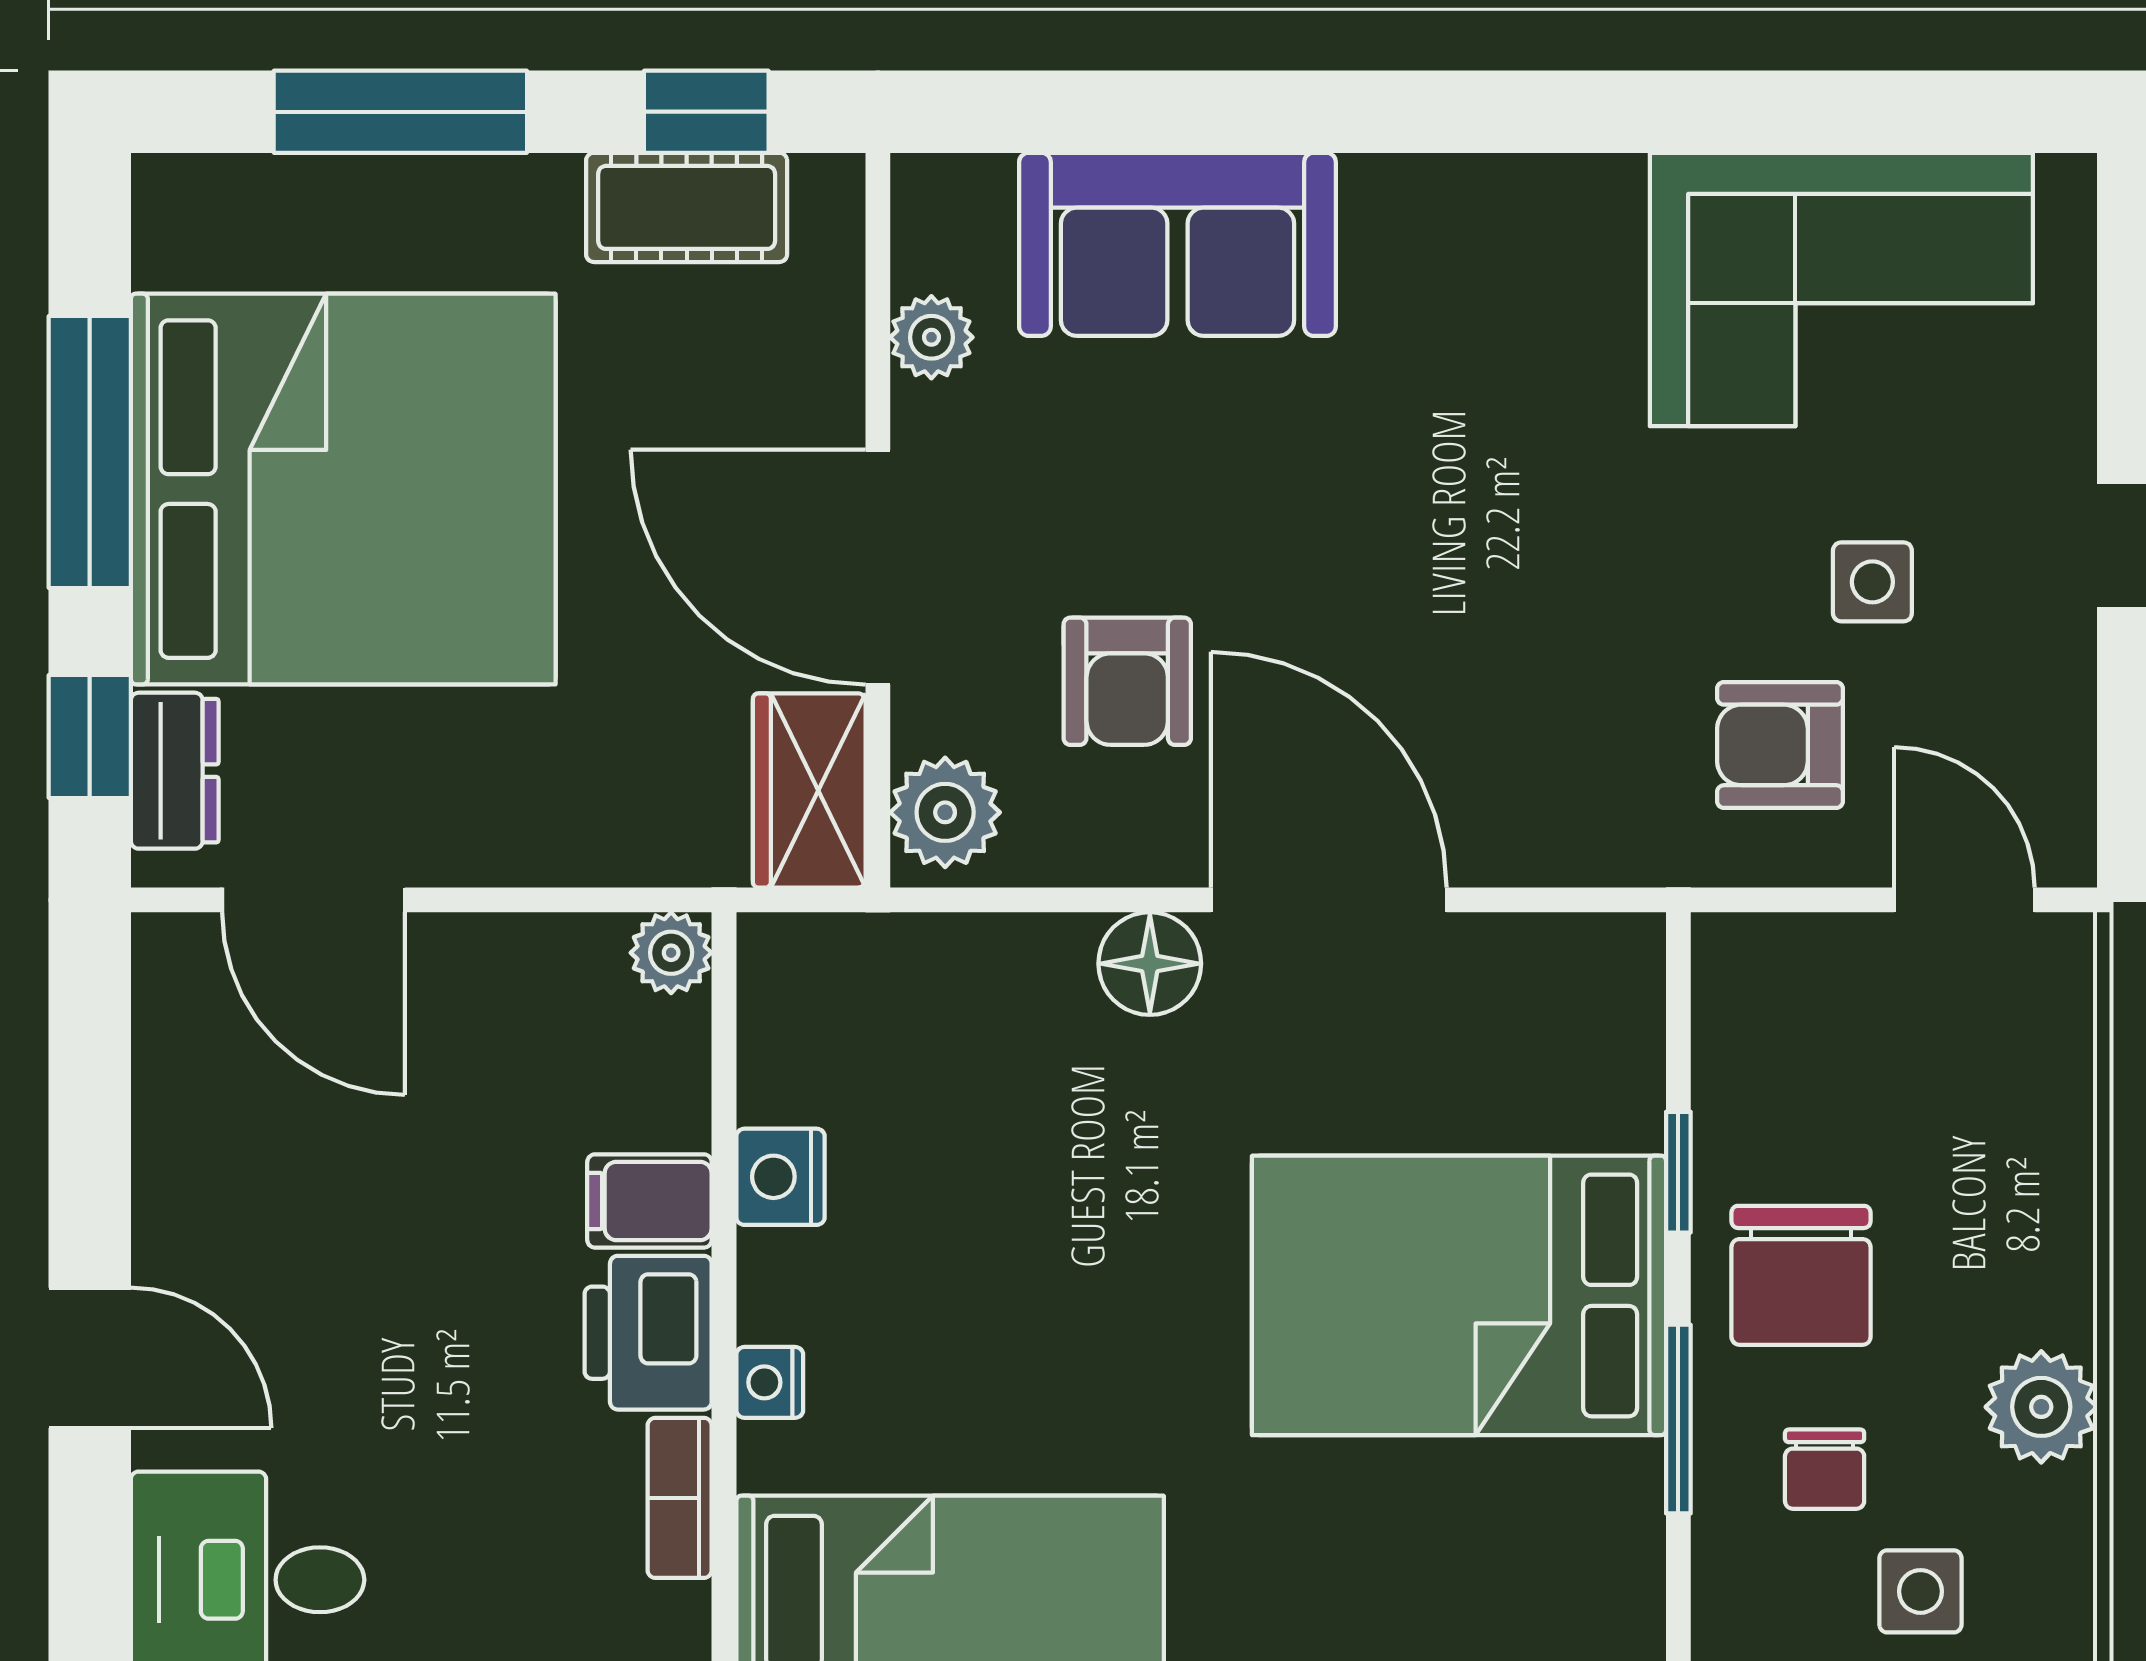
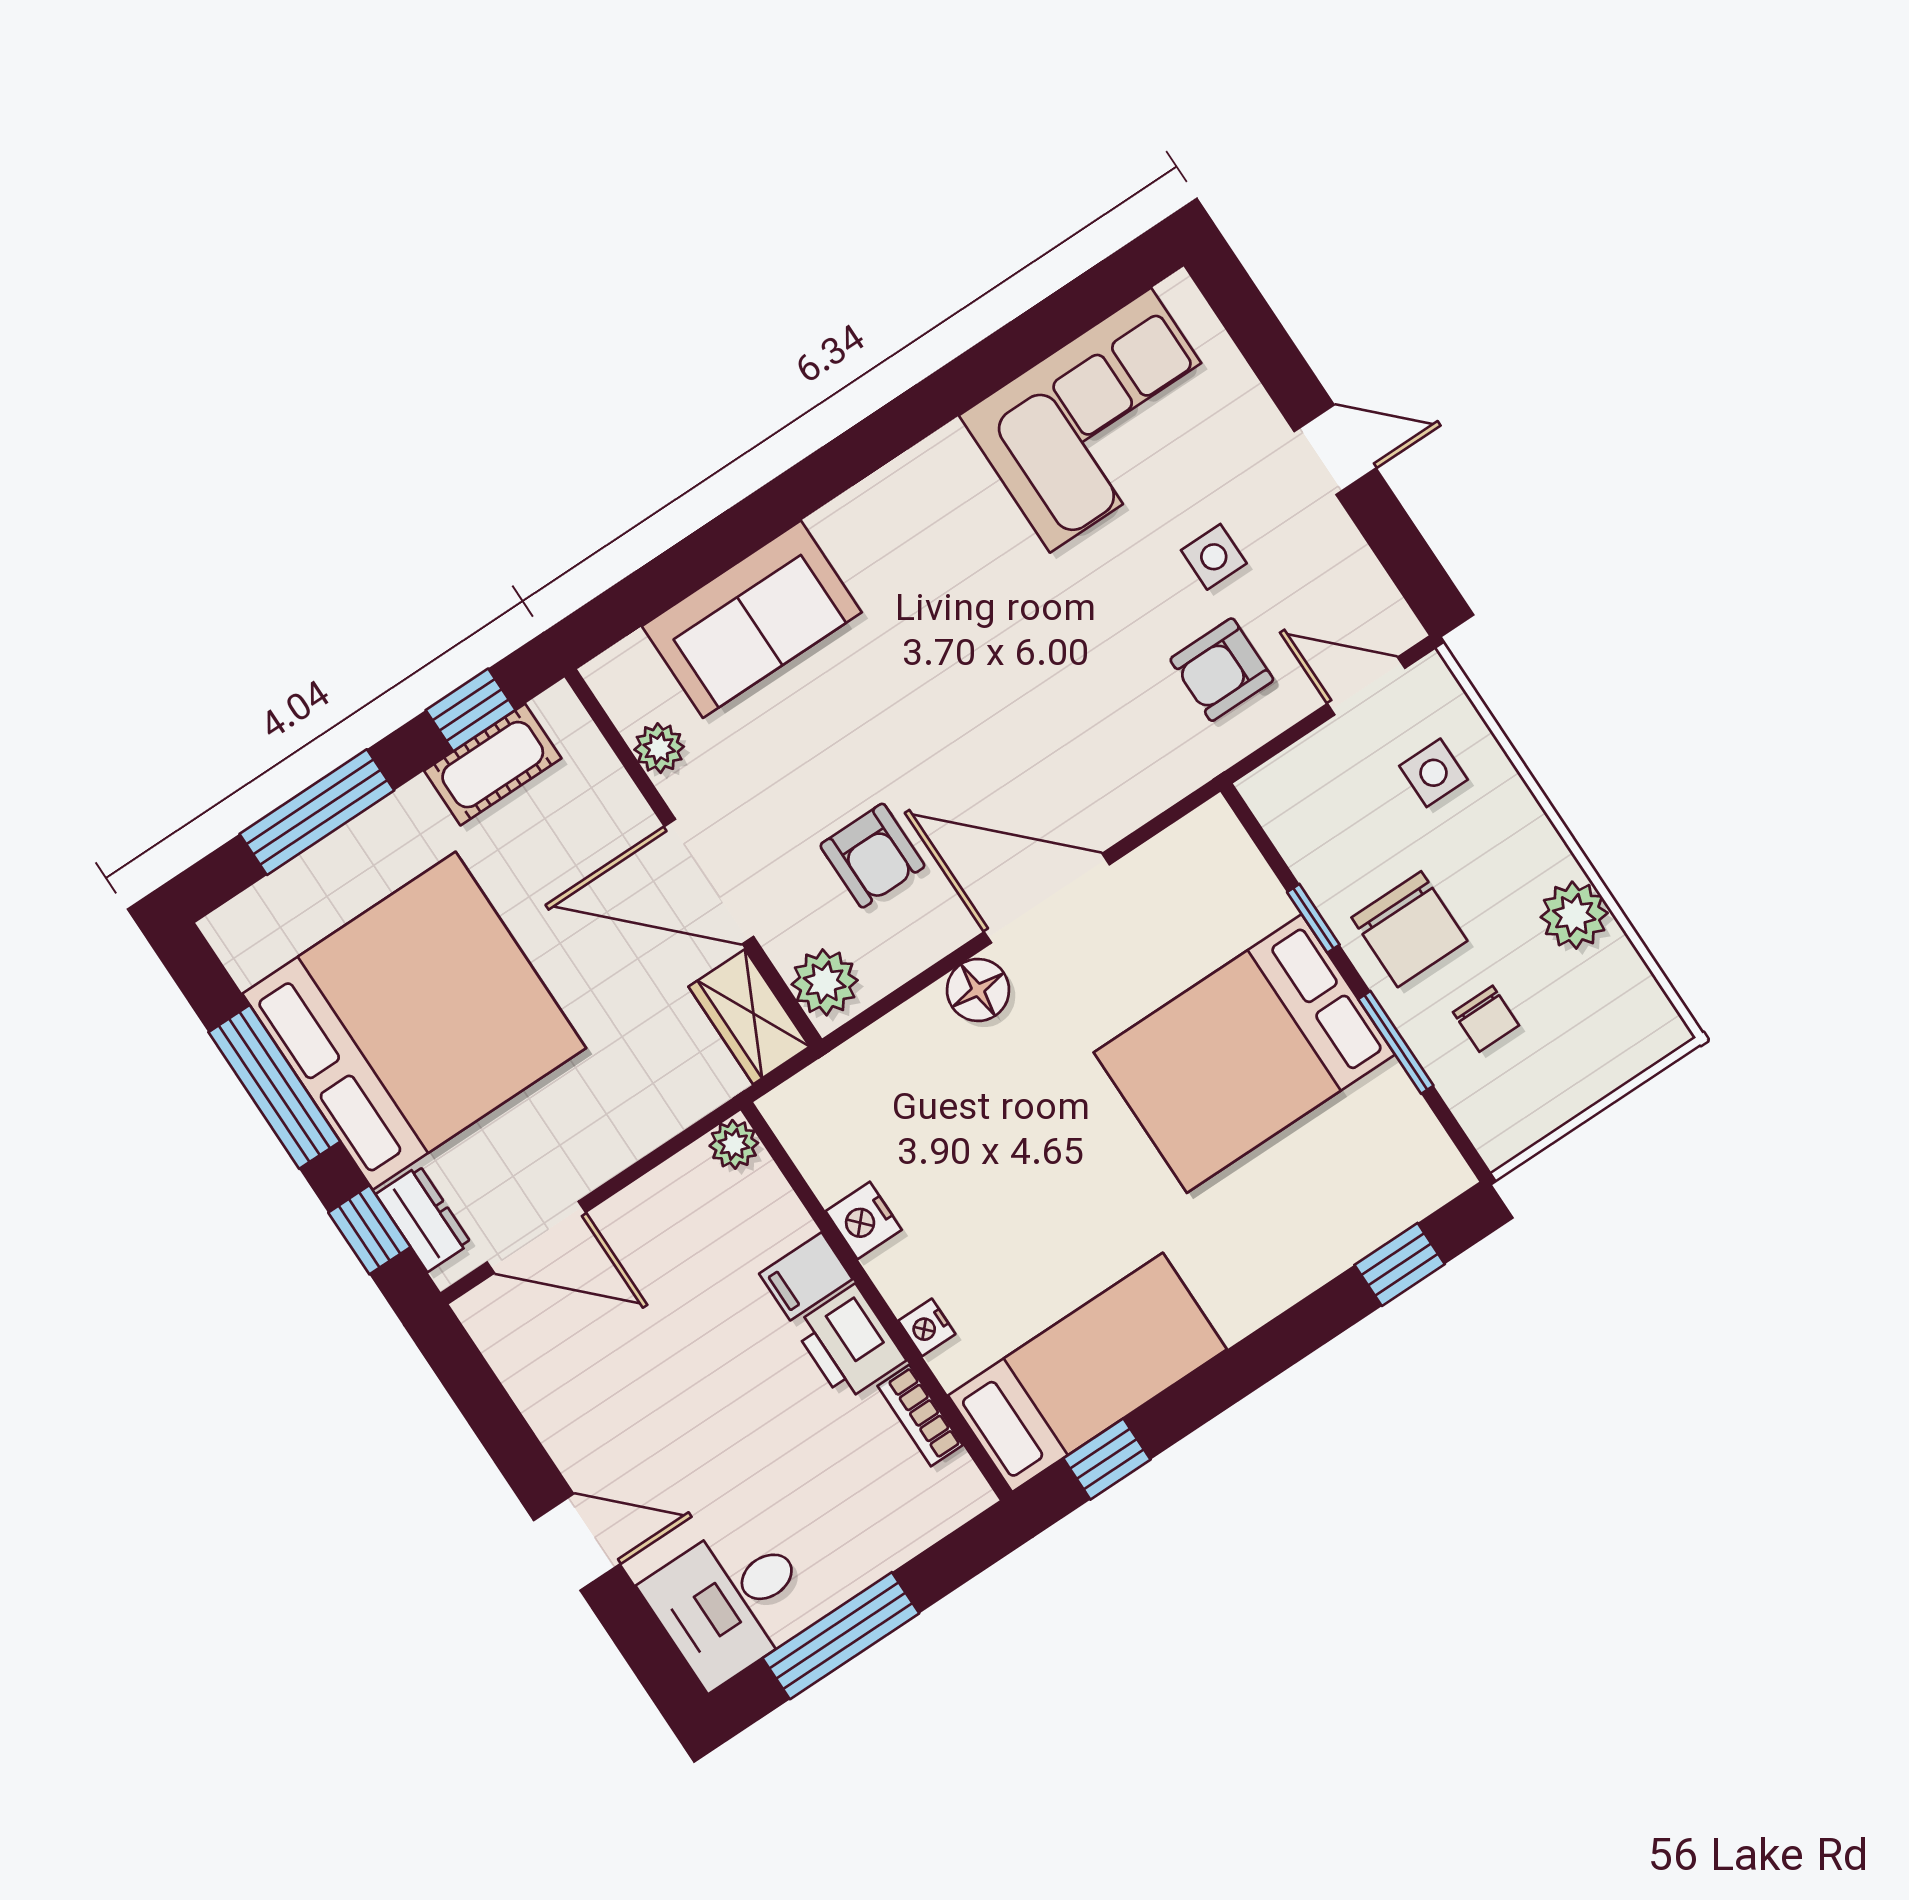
side table: (1920, 1591) -> (1434, 773), moved

